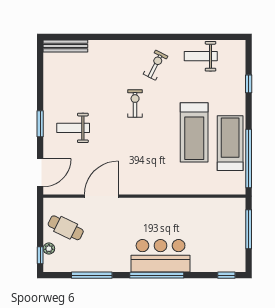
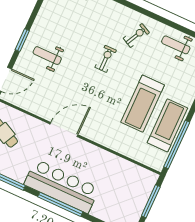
door: (101, 196) -> (64, 129), moved
bar counter: (161, 256) -> (62, 186), width x1.36

